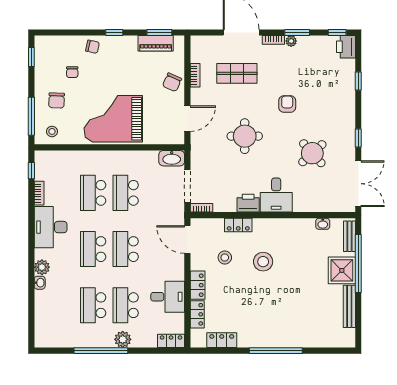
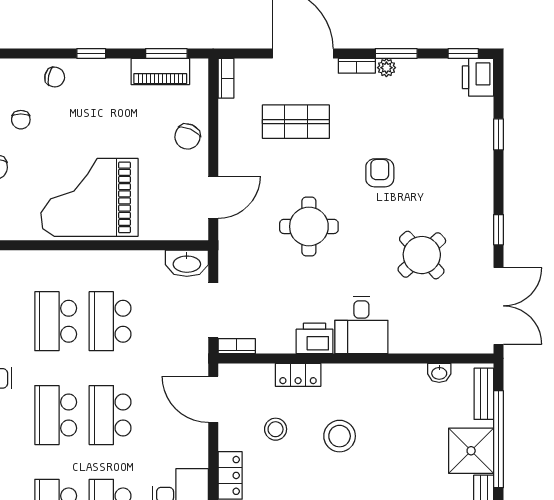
bookcase: (195, 75) -> (226, 78), moved

